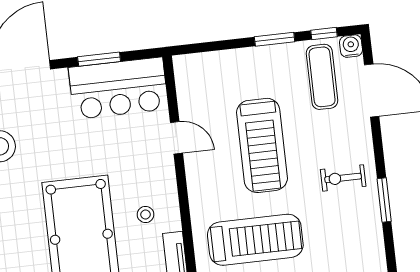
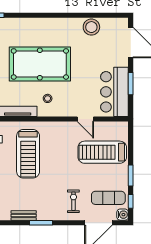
door: (176, 138) -> (85, 119), hinge flipped
treadmill: (262, 145) -> (102, 152), moved
exercise bike: (343, 178) -> (73, 201), moved
bench: (374, 235) -> (24, 215), added

